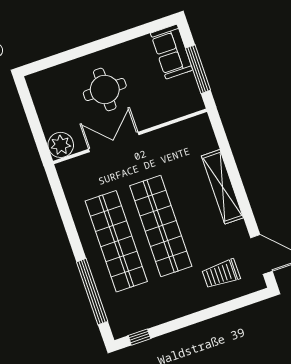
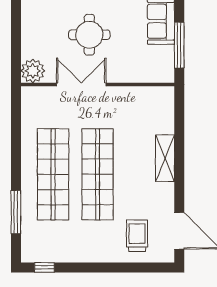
shelving: (222, 187) -> (165, 158), width x0.68
trolley: (221, 274) -> (137, 236), turned 90
window: (92, 292) -> (16, 212), width x0.68

